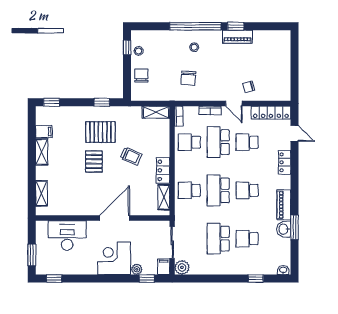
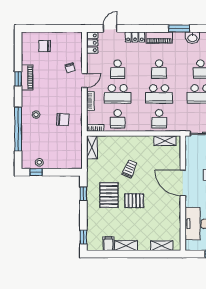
window: (195, 26) -> (18, 129), moved
chair: (141, 76) -> (45, 46), moved
locker: (271, 113) -> (92, 43), width x0.66
locker: (163, 170) -> (142, 141), removed
piano: (284, 205) -> (159, 38), moved
window: (294, 227) -> (179, 28), moved

